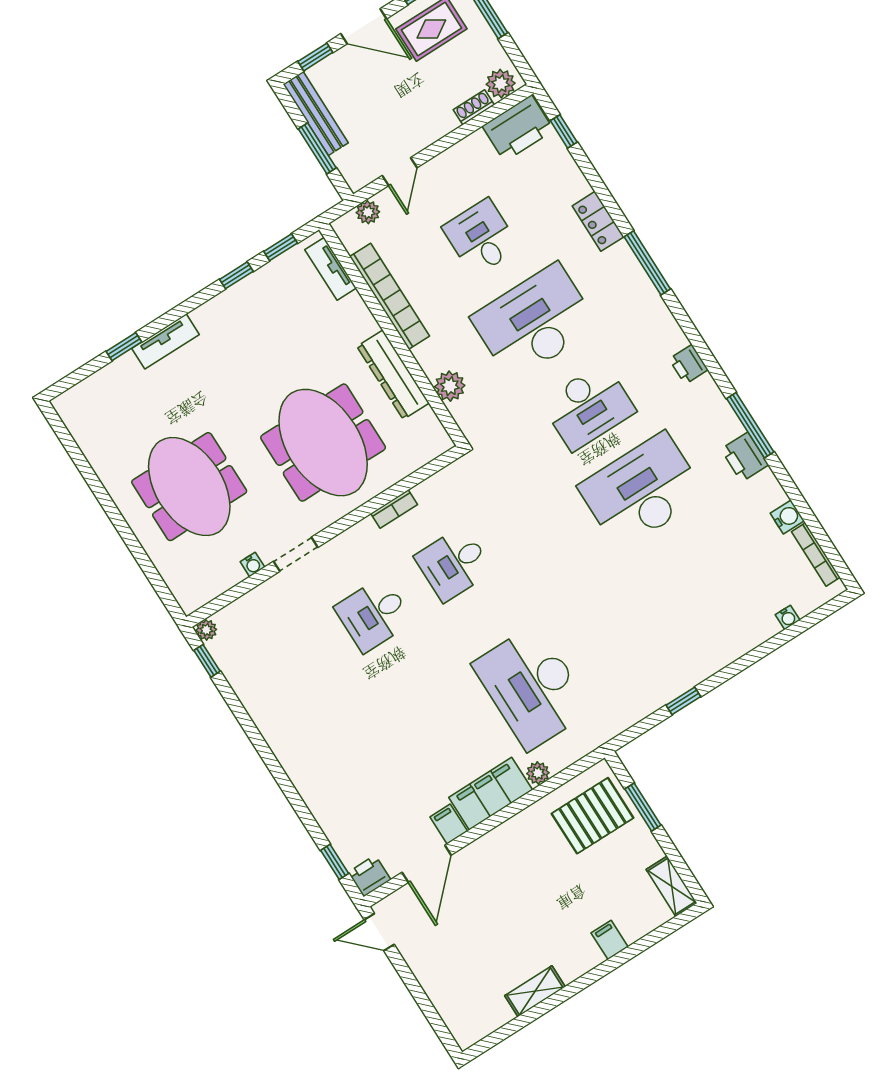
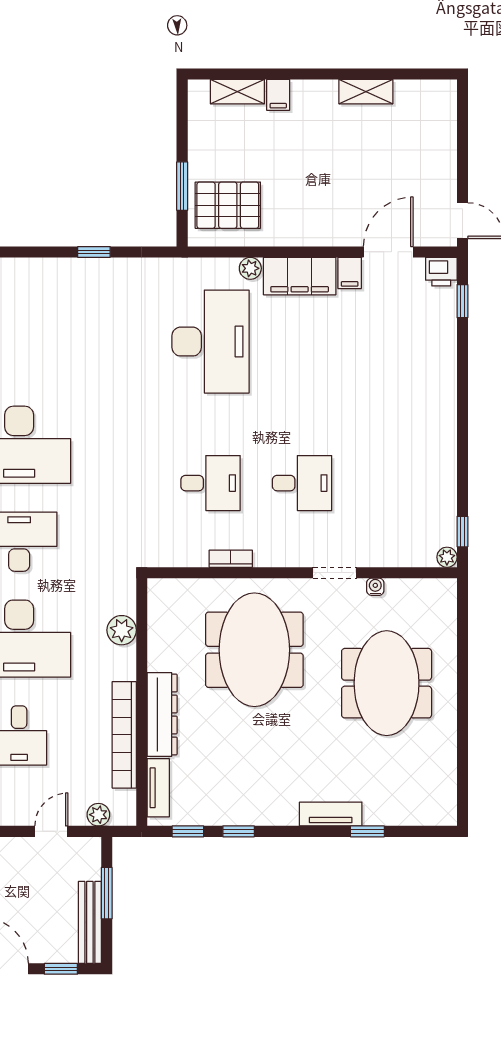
dresser: (393, 375) -> (162, 714), moved
shelving: (672, 886) -> (237, 92), moved, turned 90

